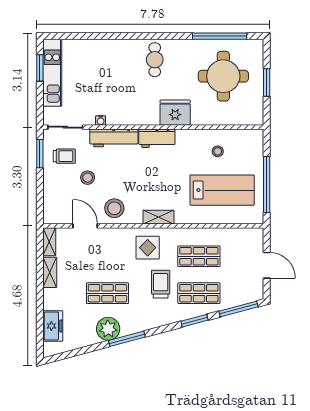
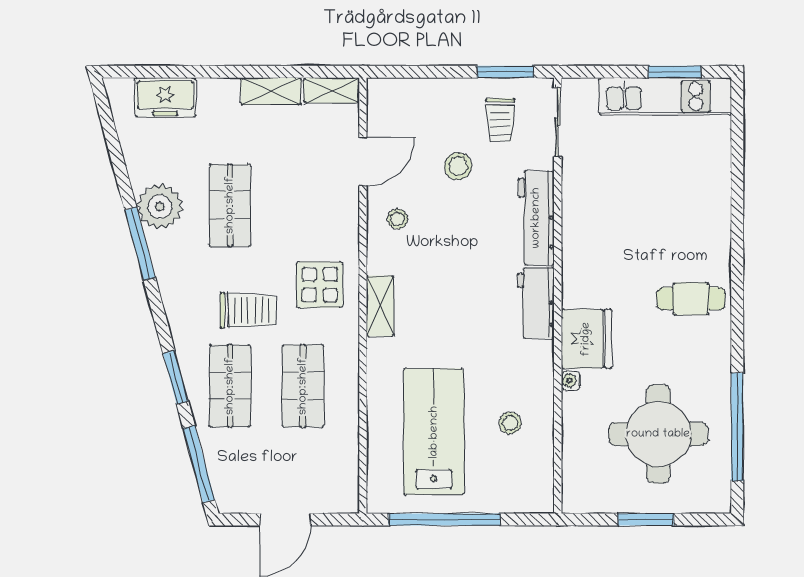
water cooler: (101, 120) -> (571, 381), moved
lab bench: (222, 190) -> (434, 432), turned 180
stool: (114, 208) -> (398, 219), width x0.53, depth x0.53

